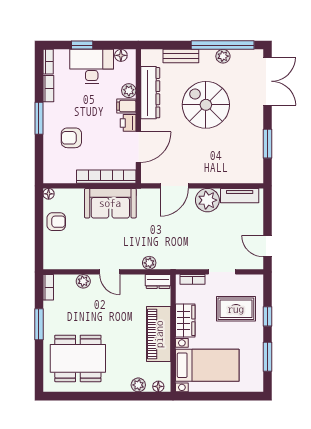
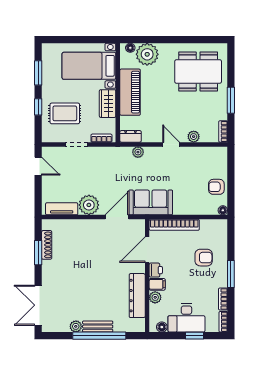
window: (223, 45) -> (99, 336), moved
bench: (181, 56) -> (98, 327), moved
spiral stairs: (206, 105) -> (90, 285), removed
shoe rack: (257, 153) -> (47, 245), added
sofa: (110, 203) -> (151, 202), moved
plant: (138, 385) -> (147, 54), width x1.88, depth x1.88

